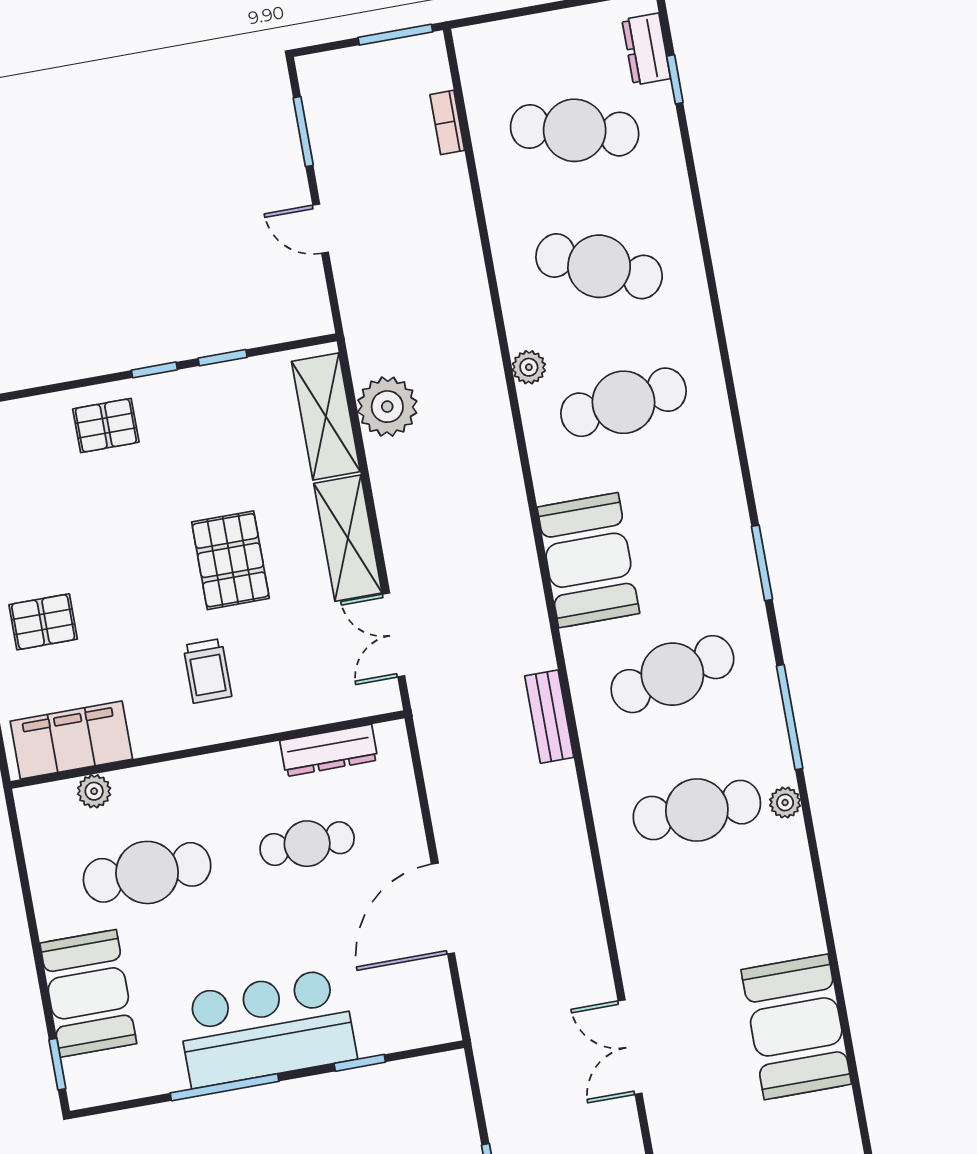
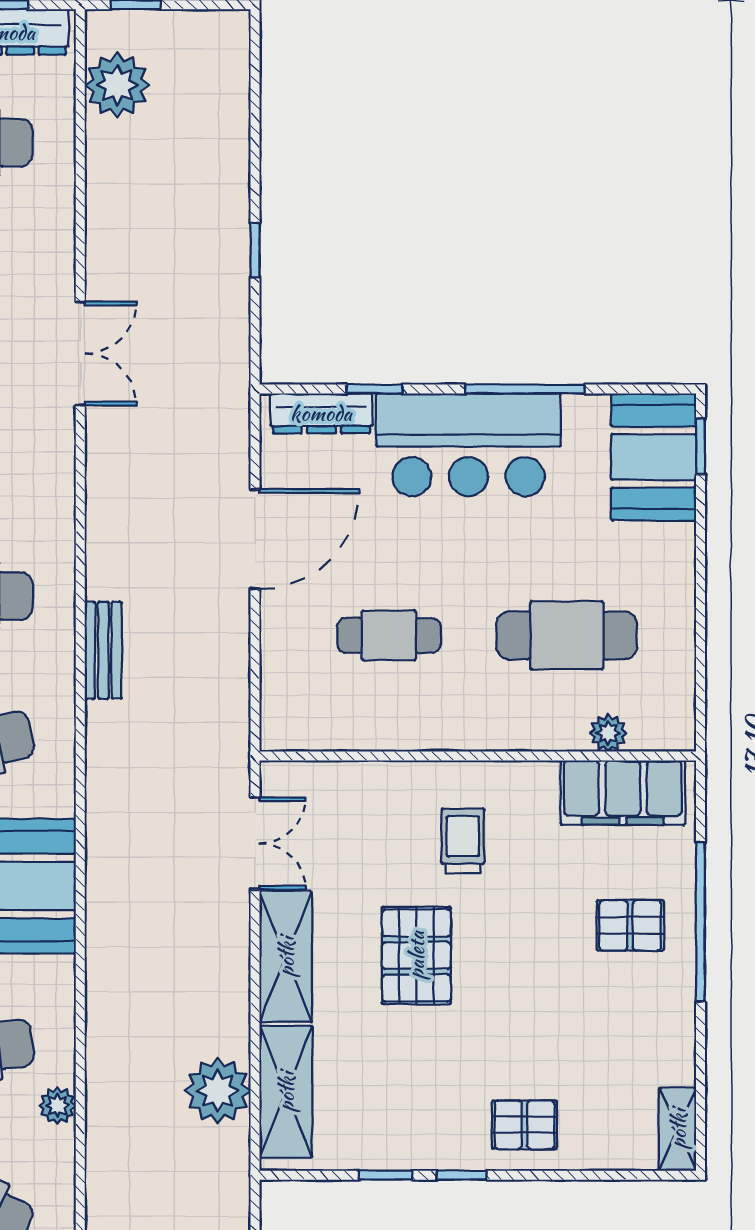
bench: (549, 717) -> (103, 650), moved
dresser: (329, 750) -> (321, 413), moved, turned 180
booth: (88, 993) -> (654, 457), moved

